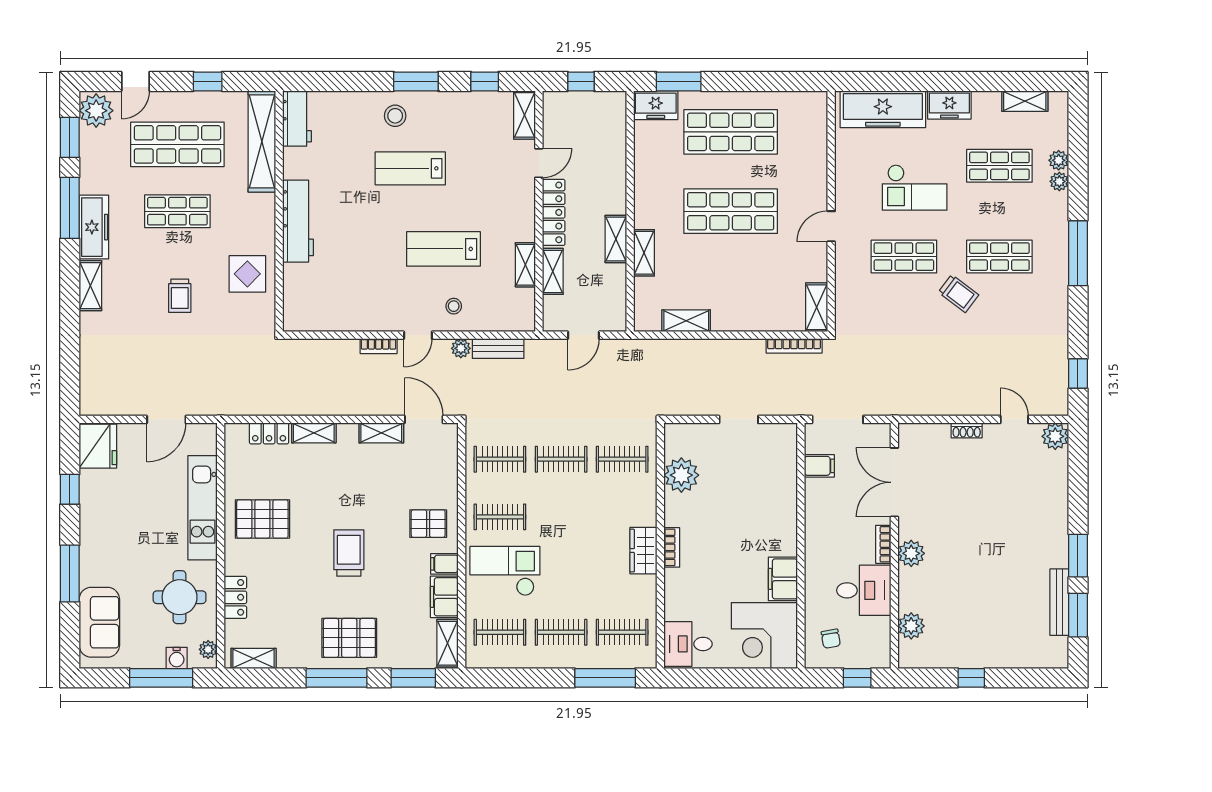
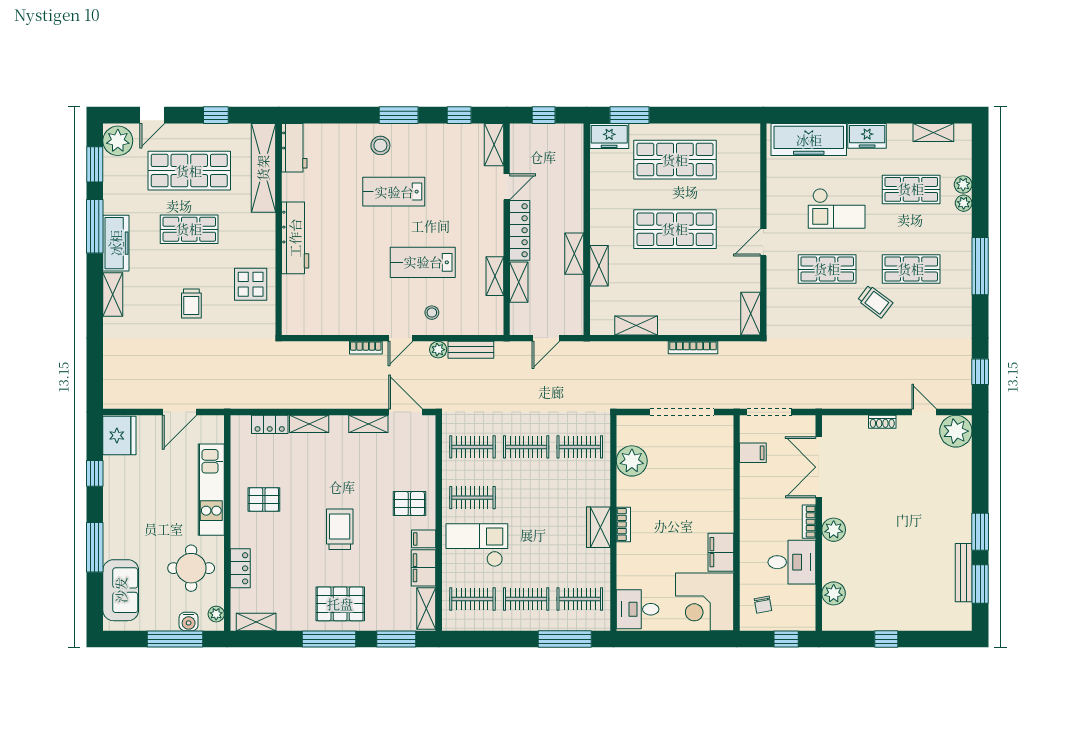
bookcase: (794, 346) -> (693, 347), moved
doorway: (739, 419) -> (682, 412), width x1.87
plant: (1055, 436) -> (956, 431), width x1.36, depth x1.36
pallet: (262, 519) -> (264, 499), width x0.67, depth x0.71

